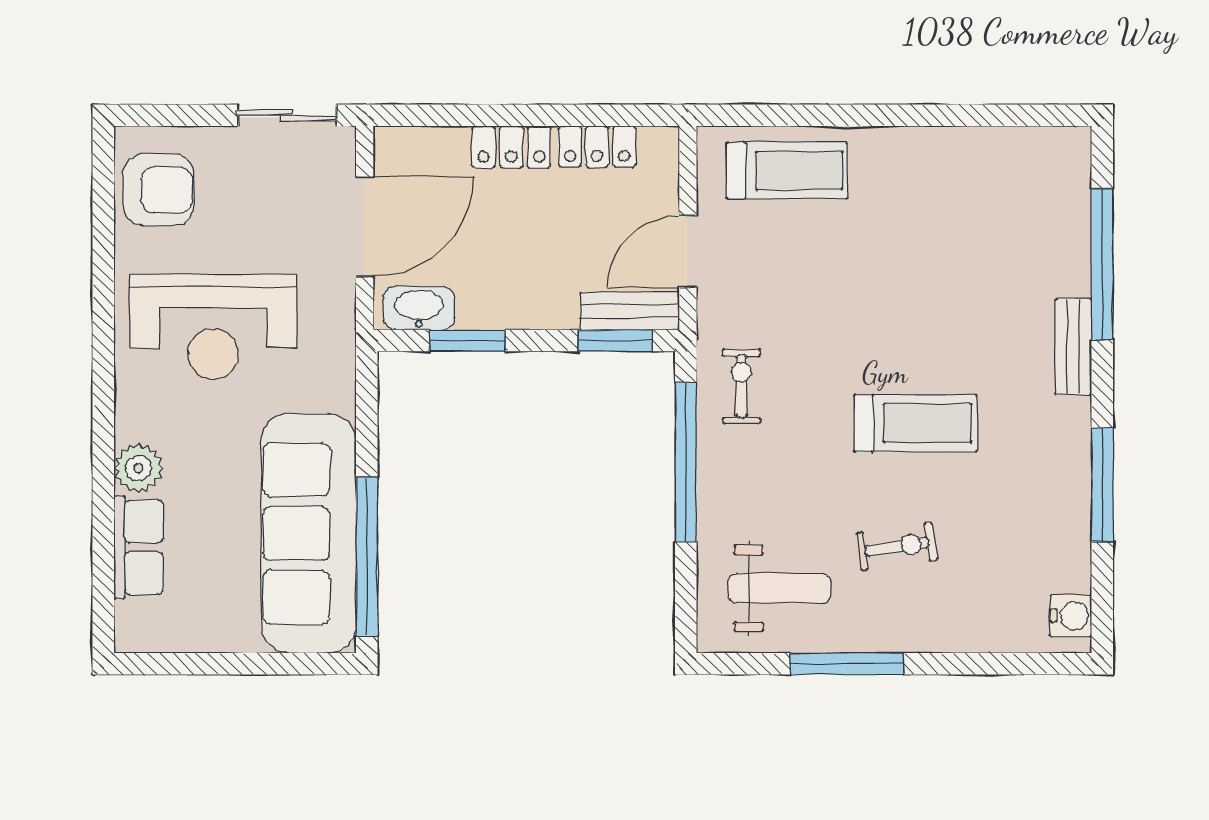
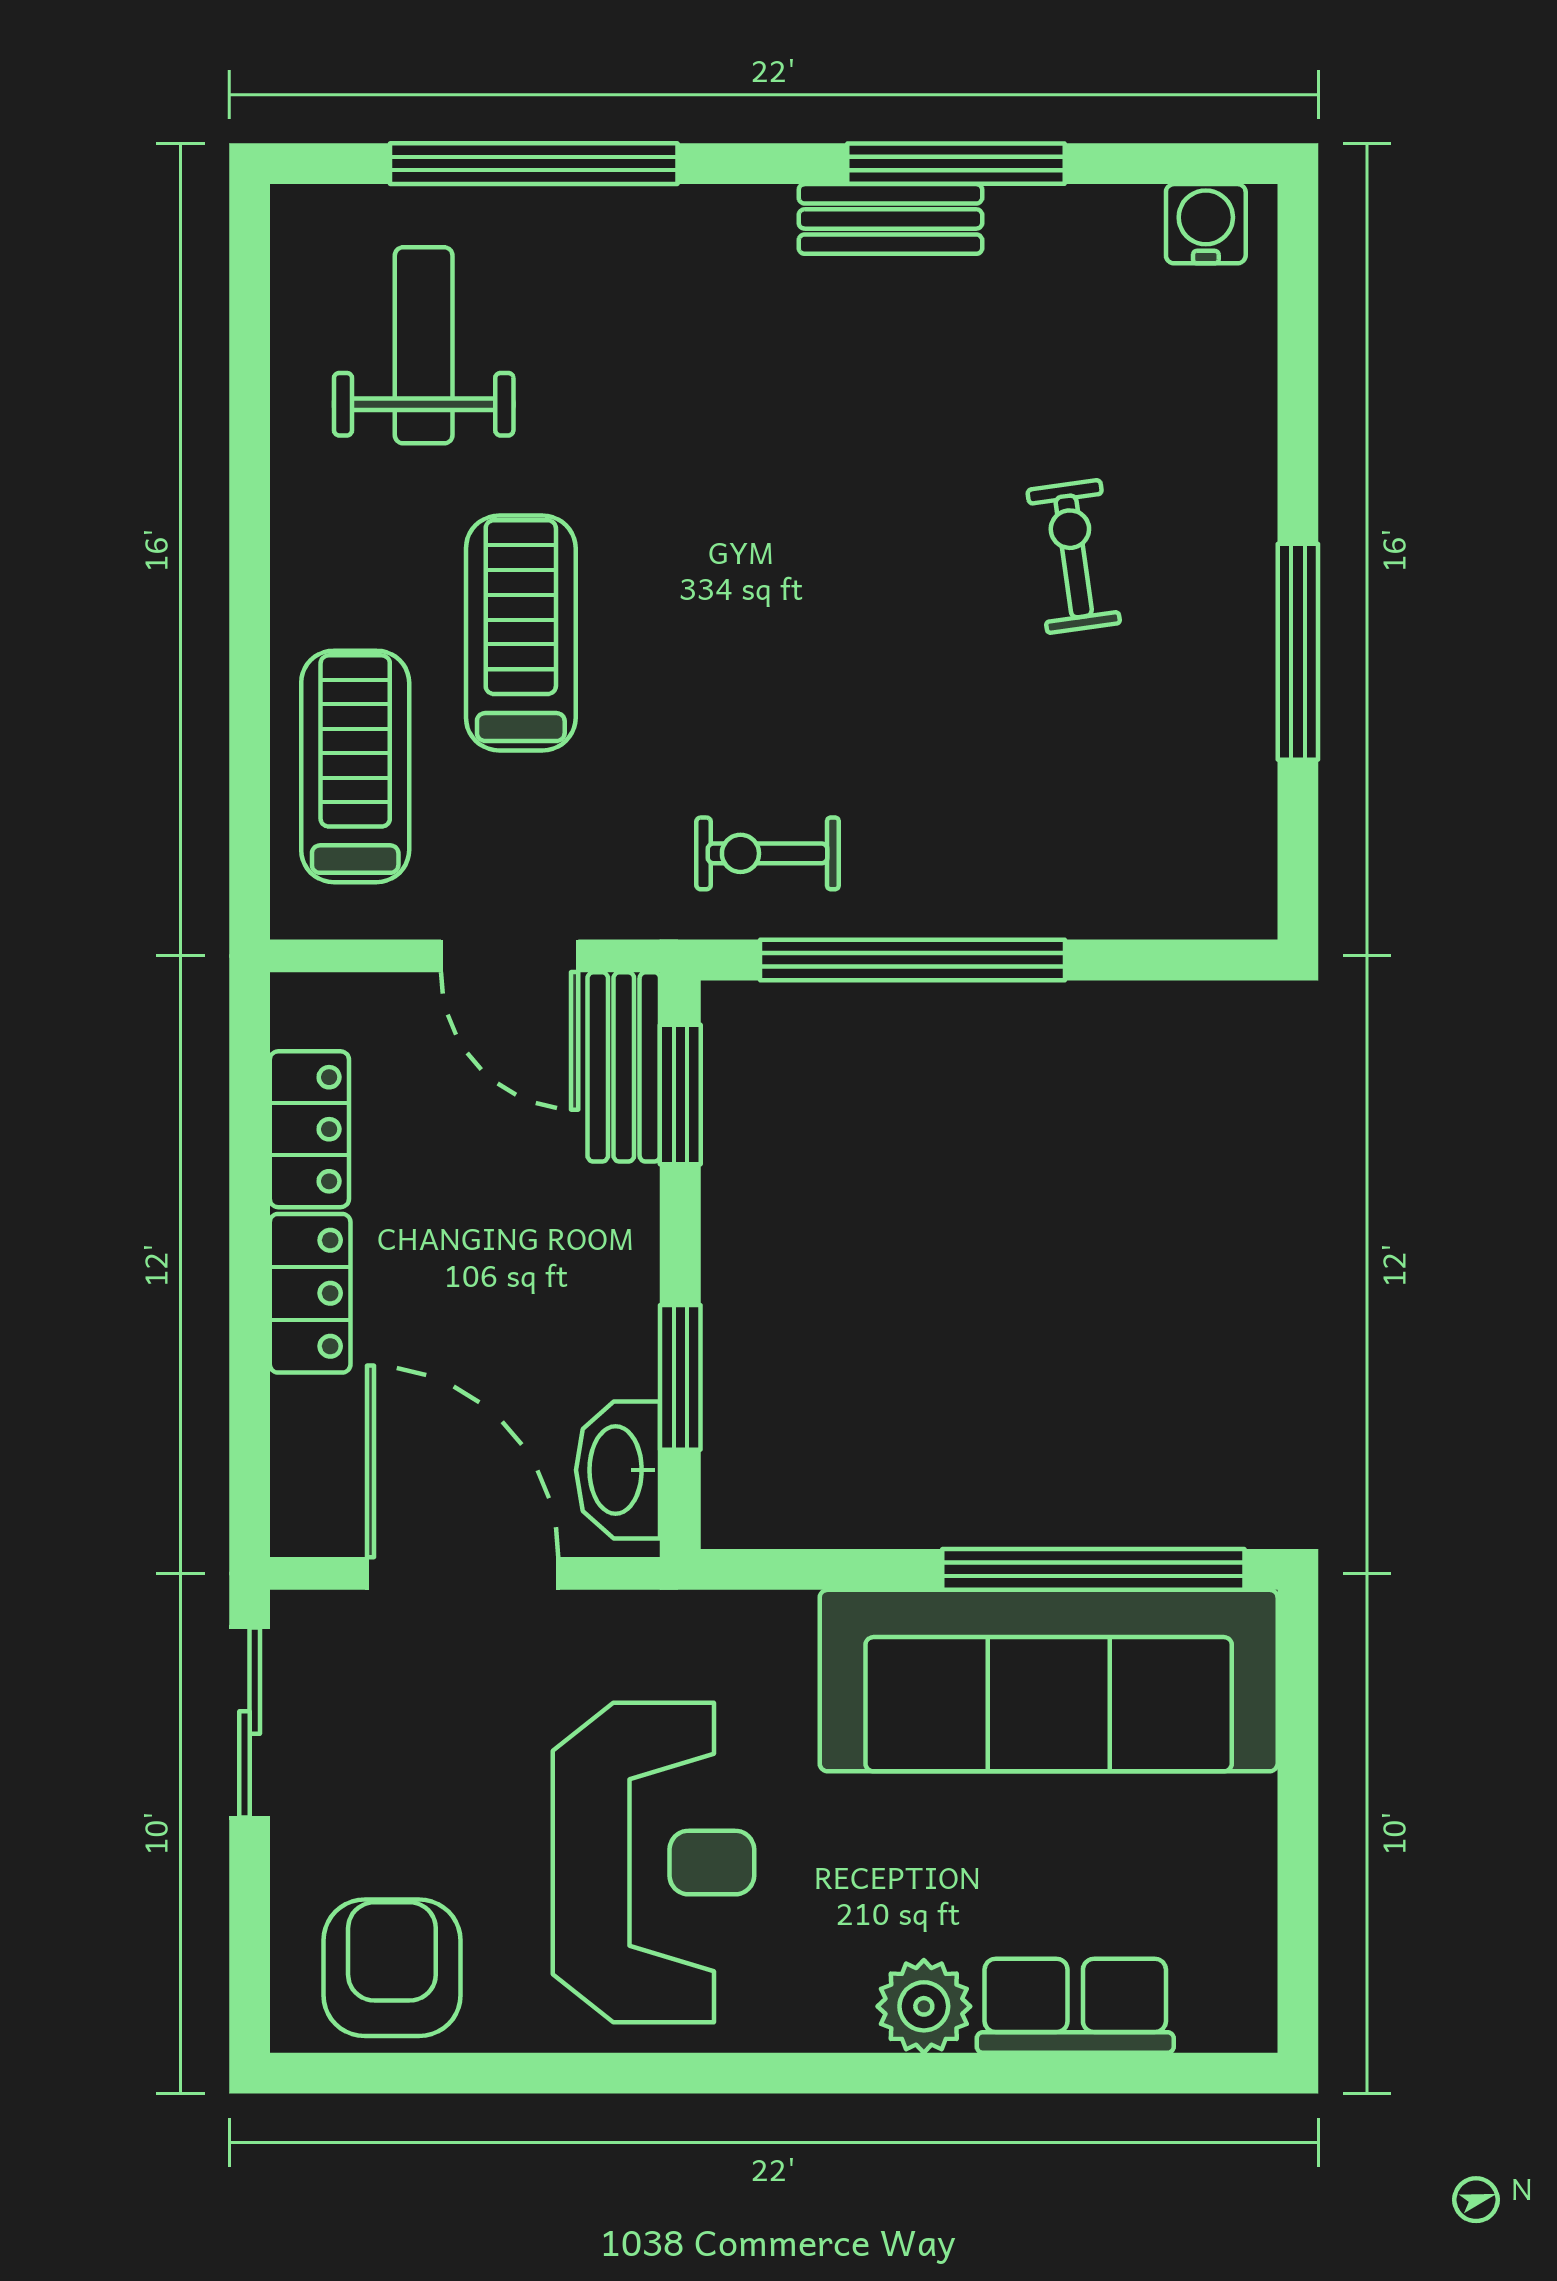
bench: (1073, 347) -> (890, 219), moved
treadmill: (915, 423) -> (521, 633), moved
weight bench: (780, 588) -> (424, 345), moved

